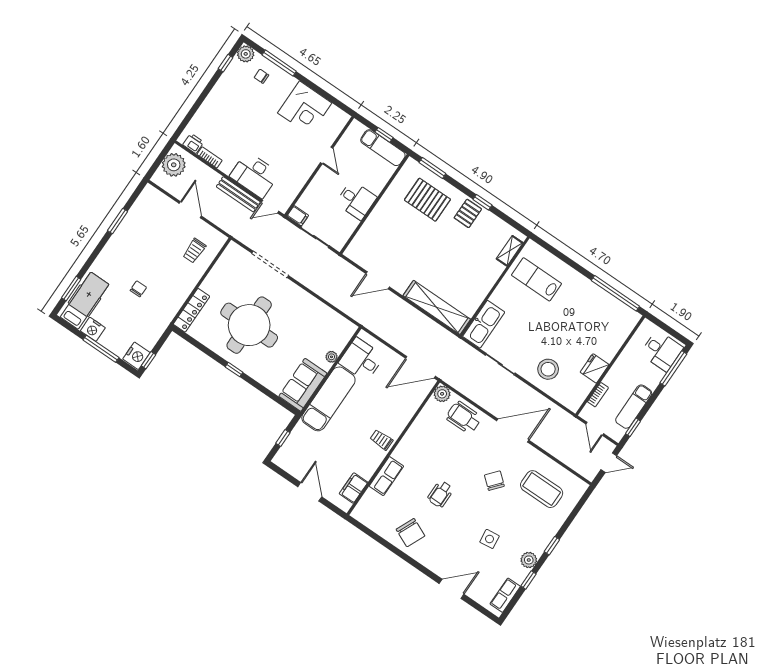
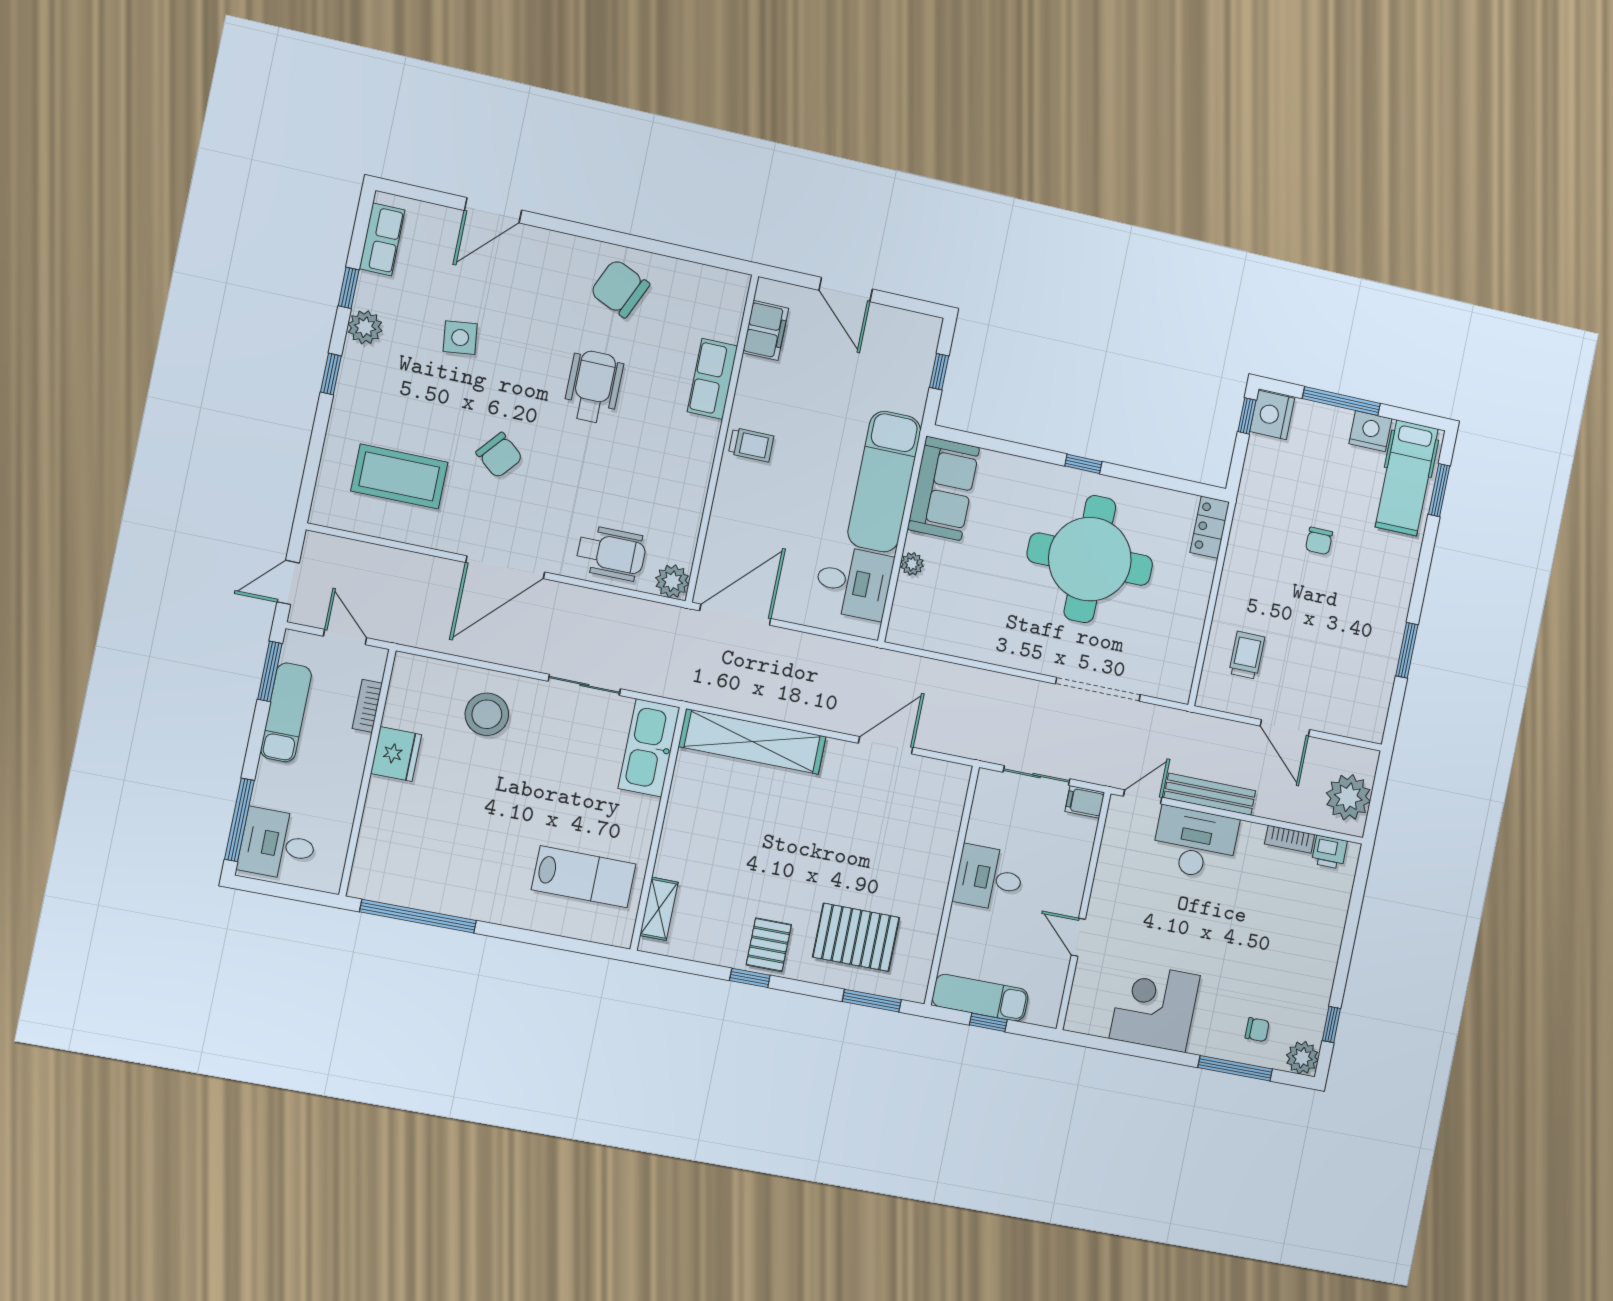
locker: (191, 310) -> (1210, 527), width x0.66
window: (633, 427) -> (270, 671), width x1.50
wheelchair: (440, 494) -> (593, 387), width x1.36, depth x1.37

